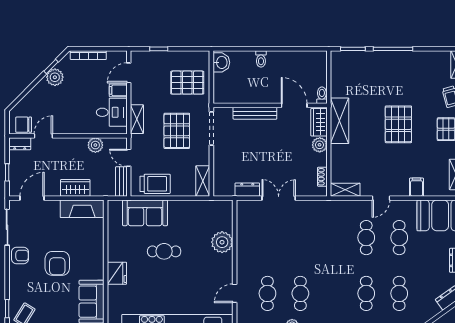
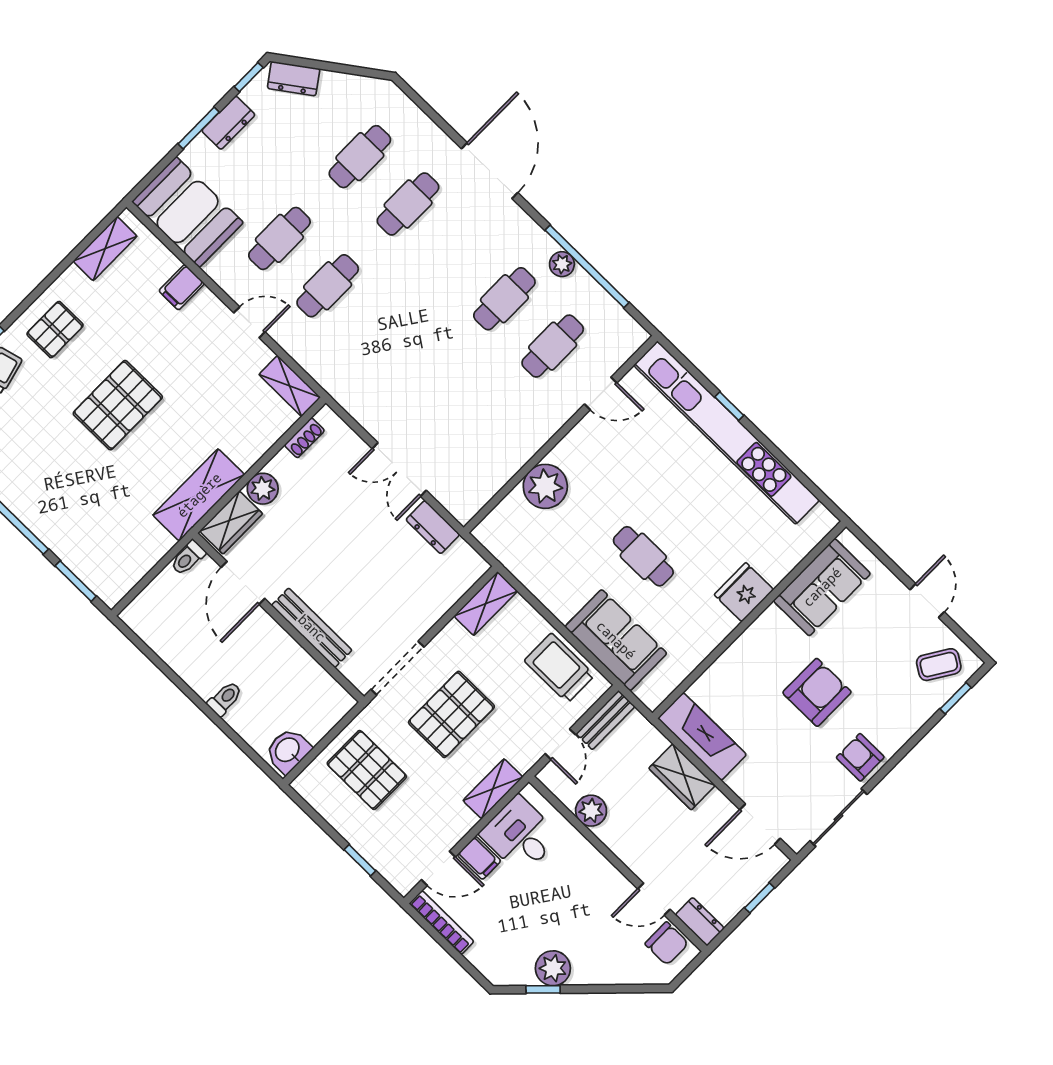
bookcase: (88, 55) -> (442, 922), moved

